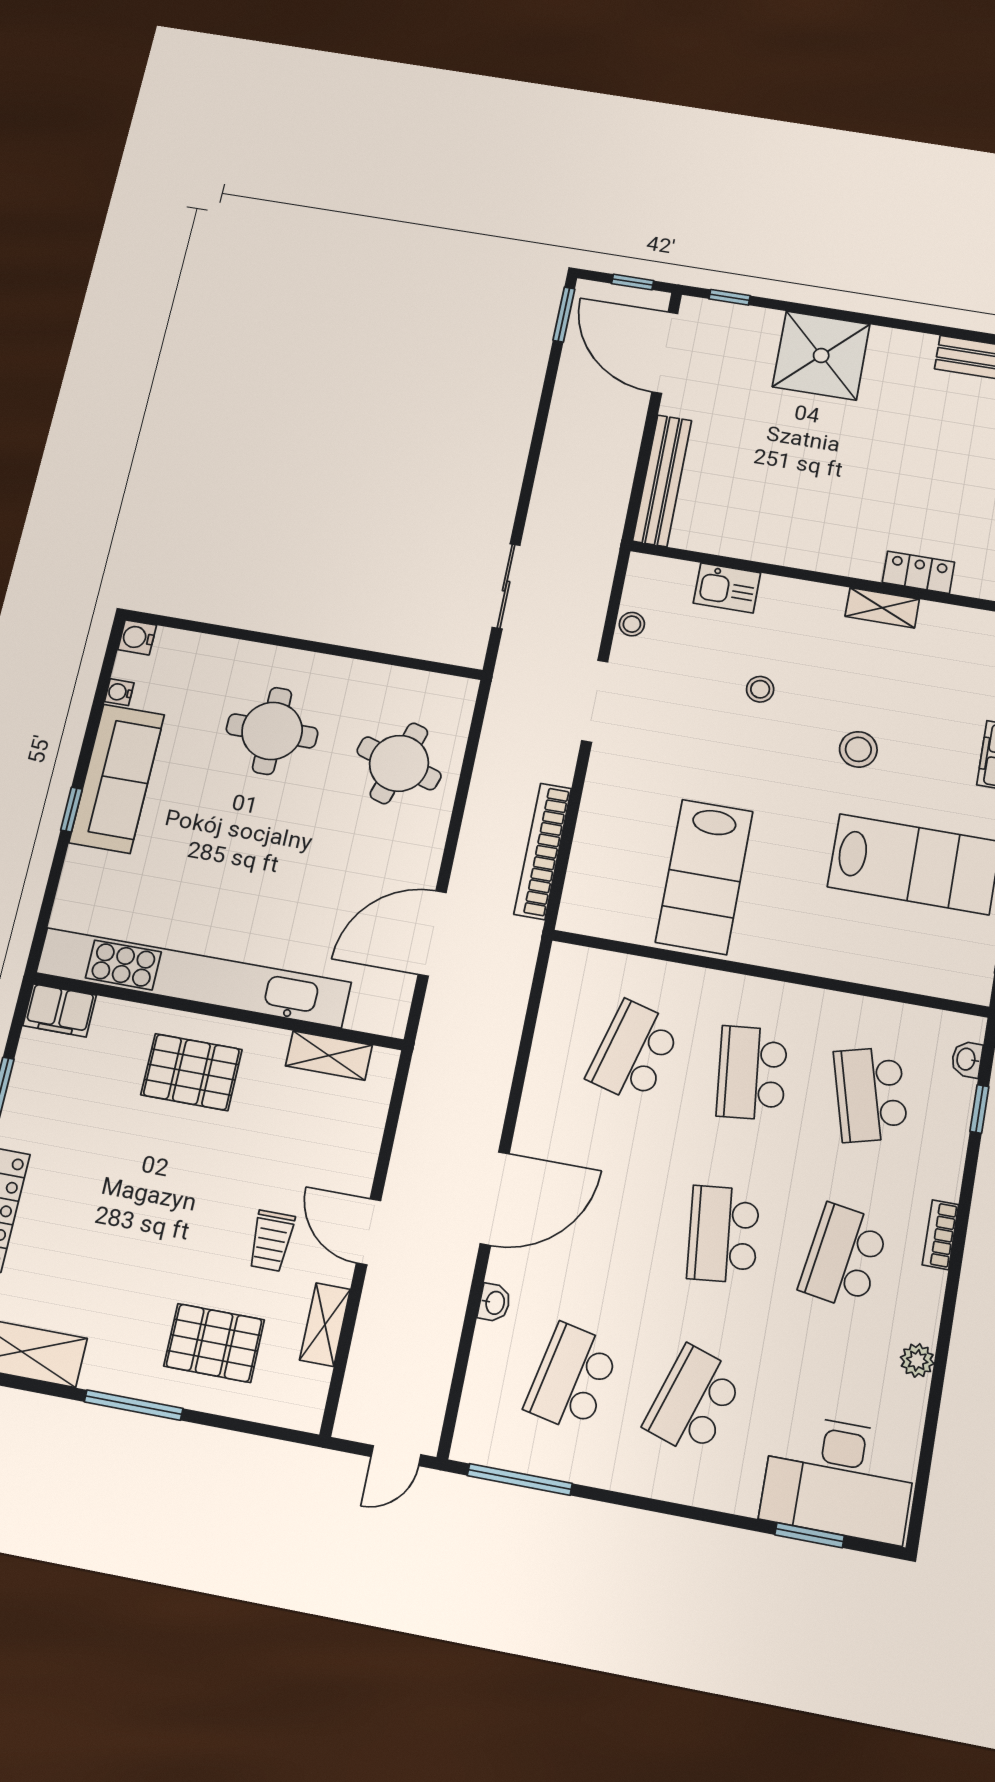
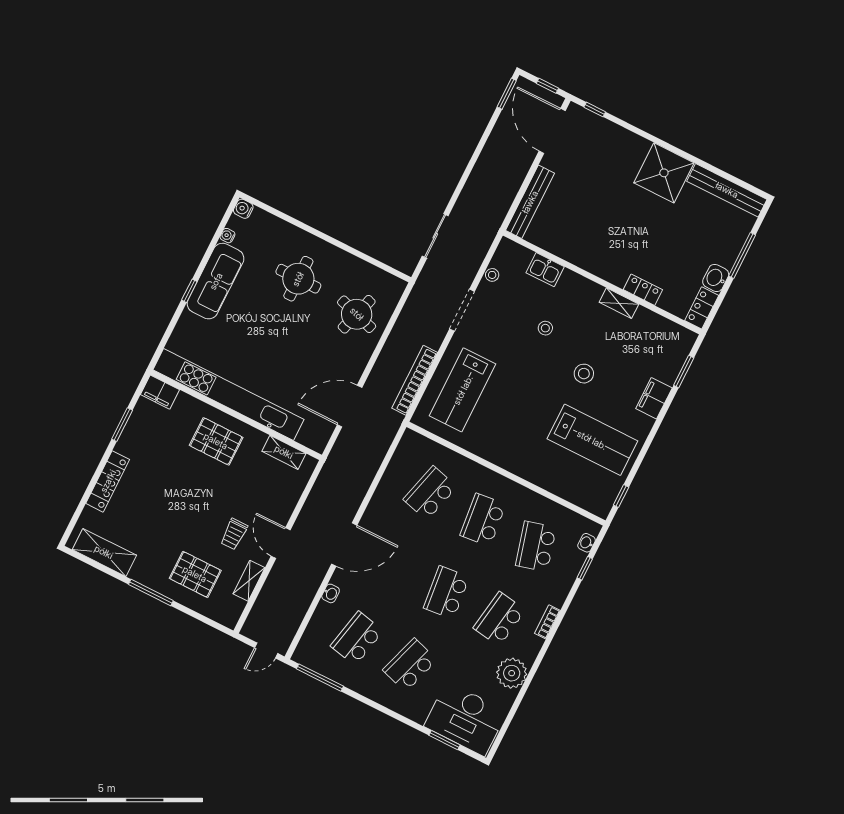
shower: (821, 355) -> (664, 173), moved
lab bench: (704, 877) -> (463, 390), moved
plant: (917, 1360) -> (512, 673), width x1.88, depth x1.88

